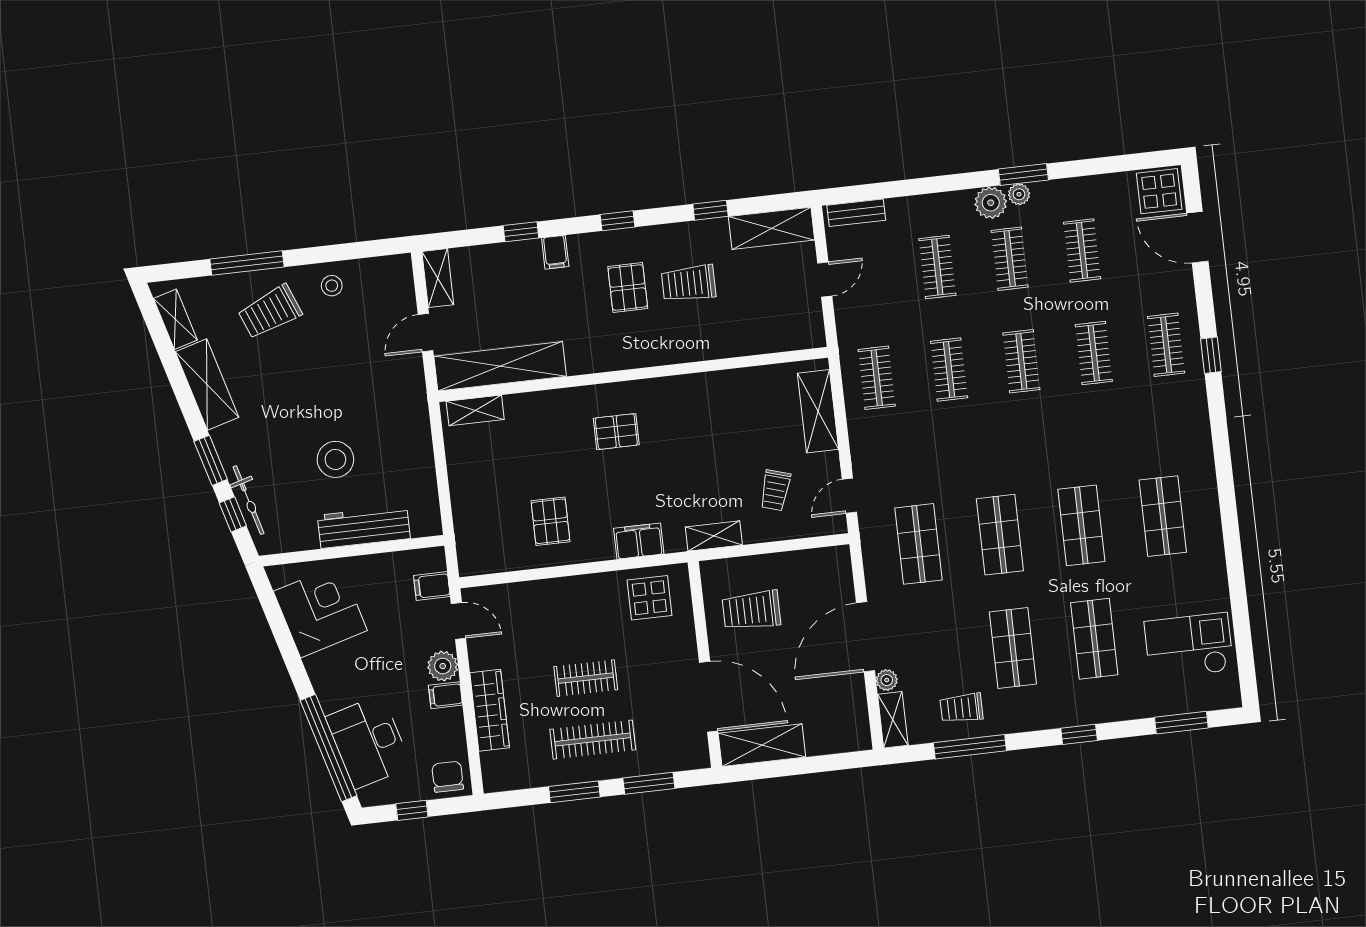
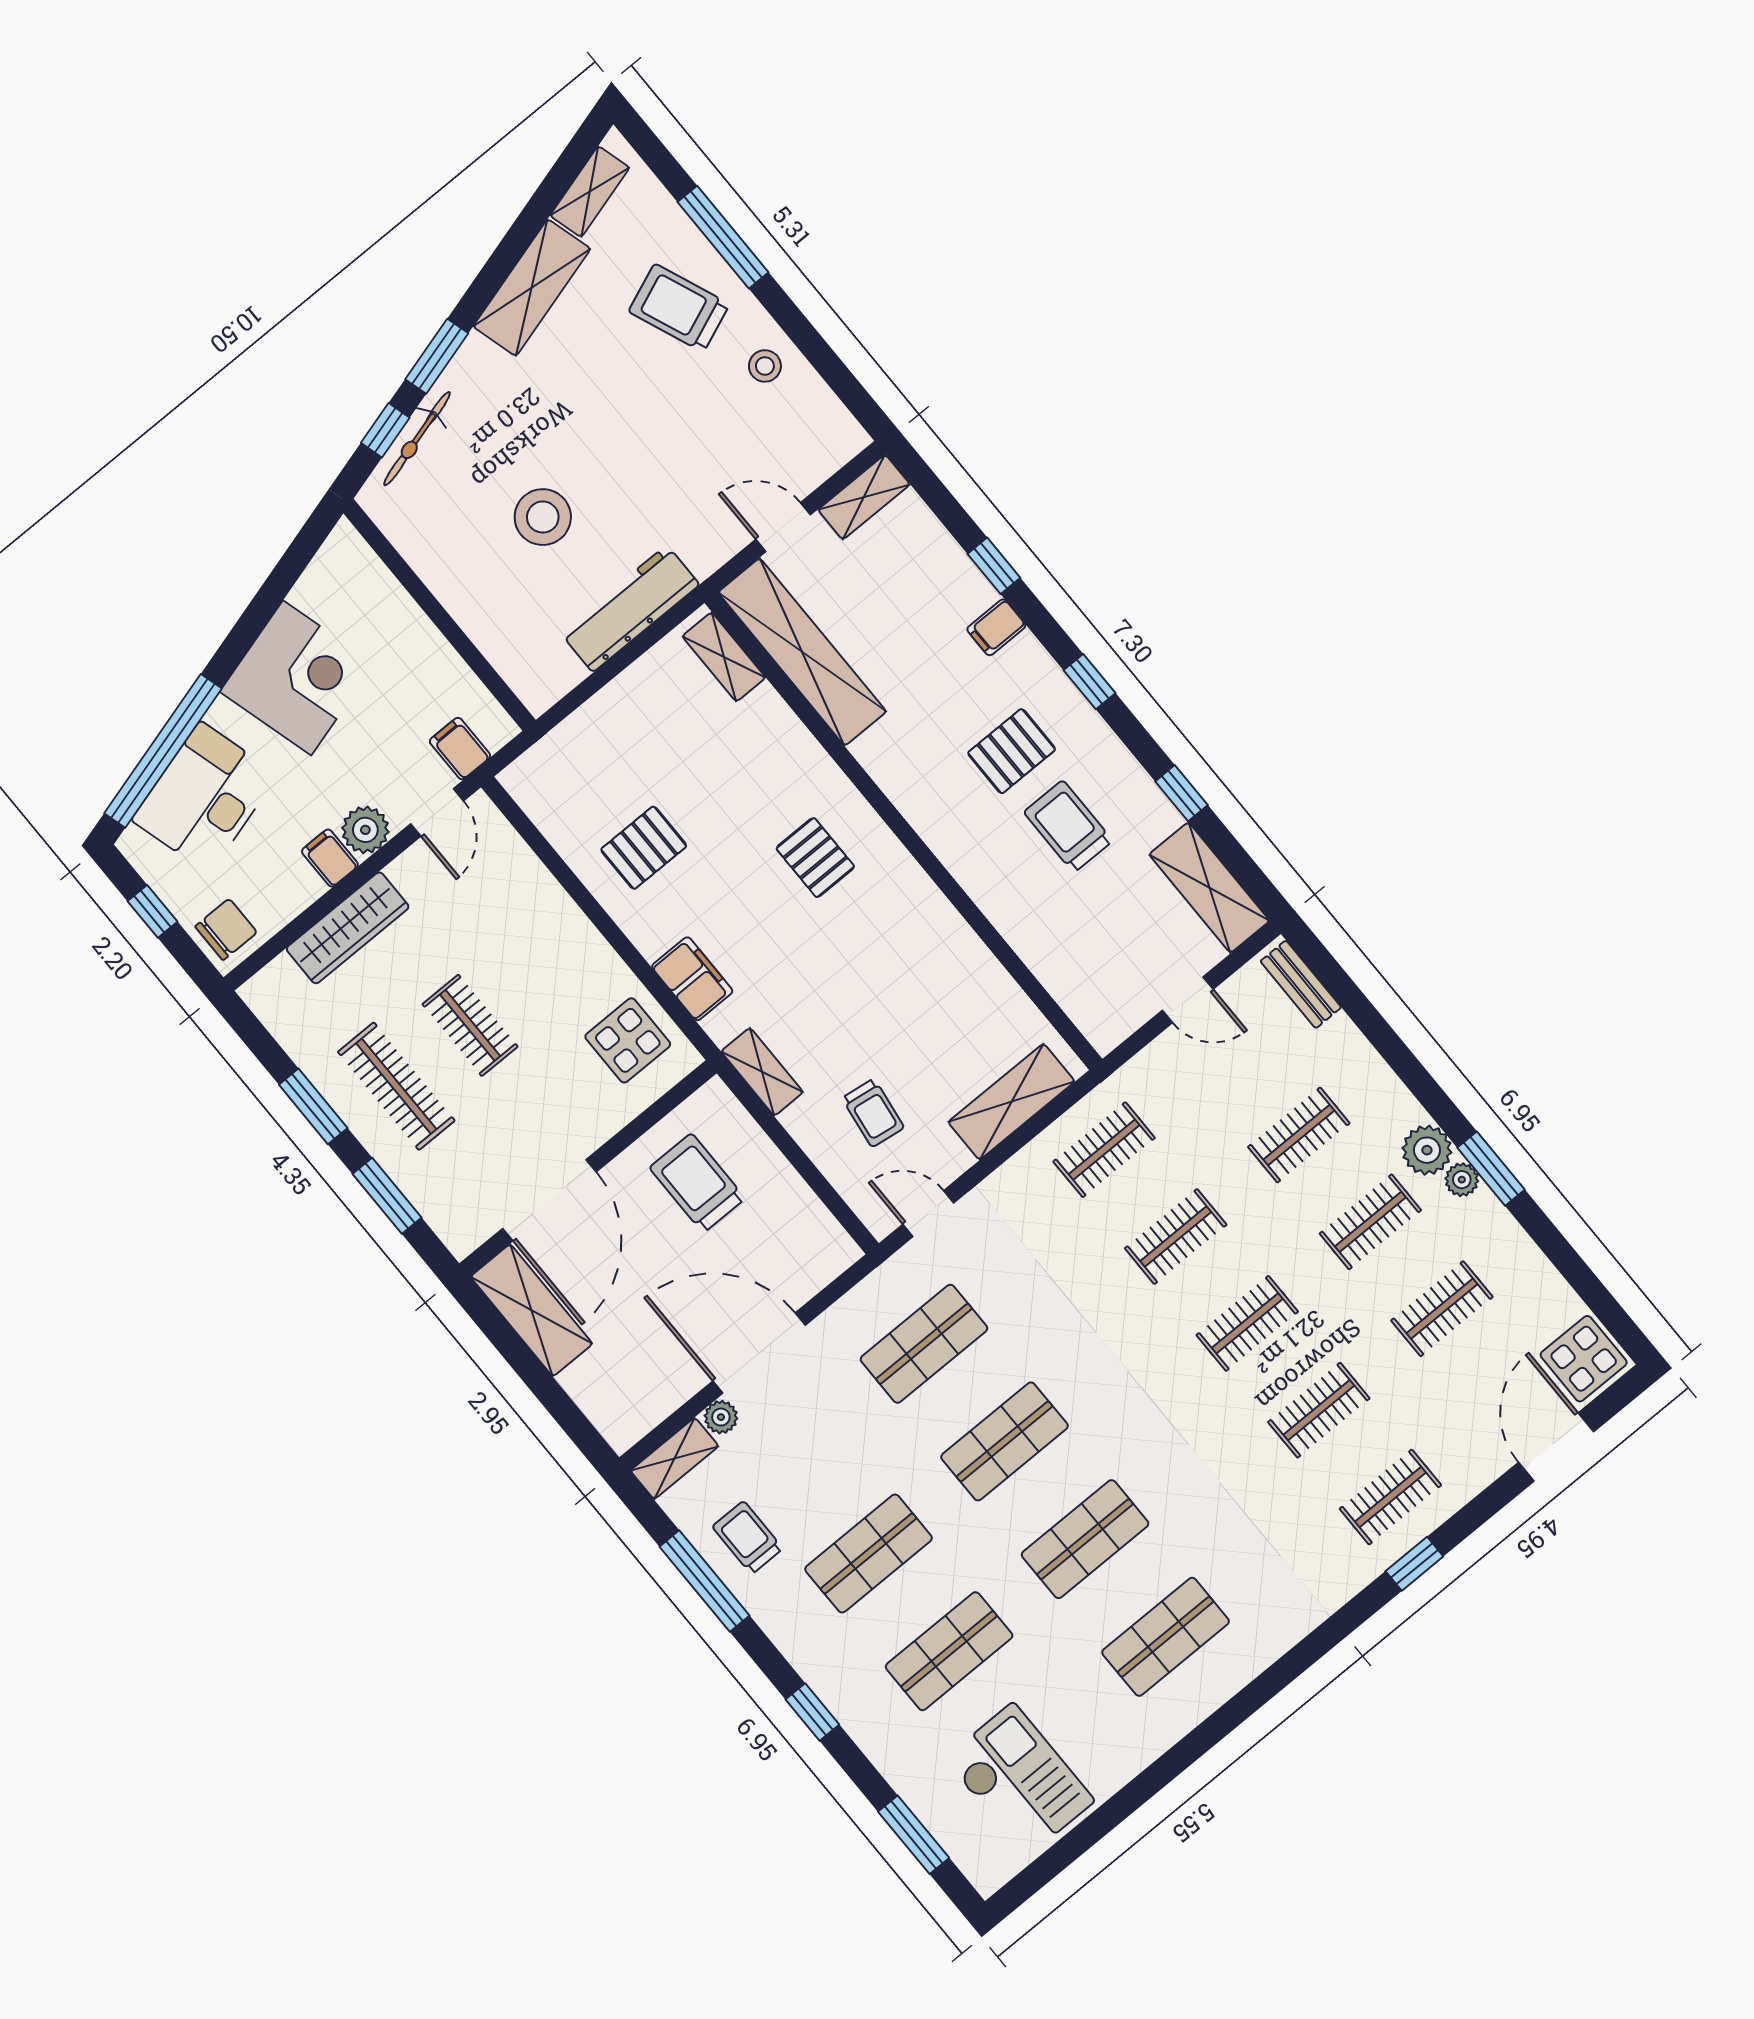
trolley: (775, 490) -> (873, 1113), turned -99
workbench: (364, 527) -> (630, 609), moved, turned -90
corner desk: (320, 611) -> (297, 678), moved

